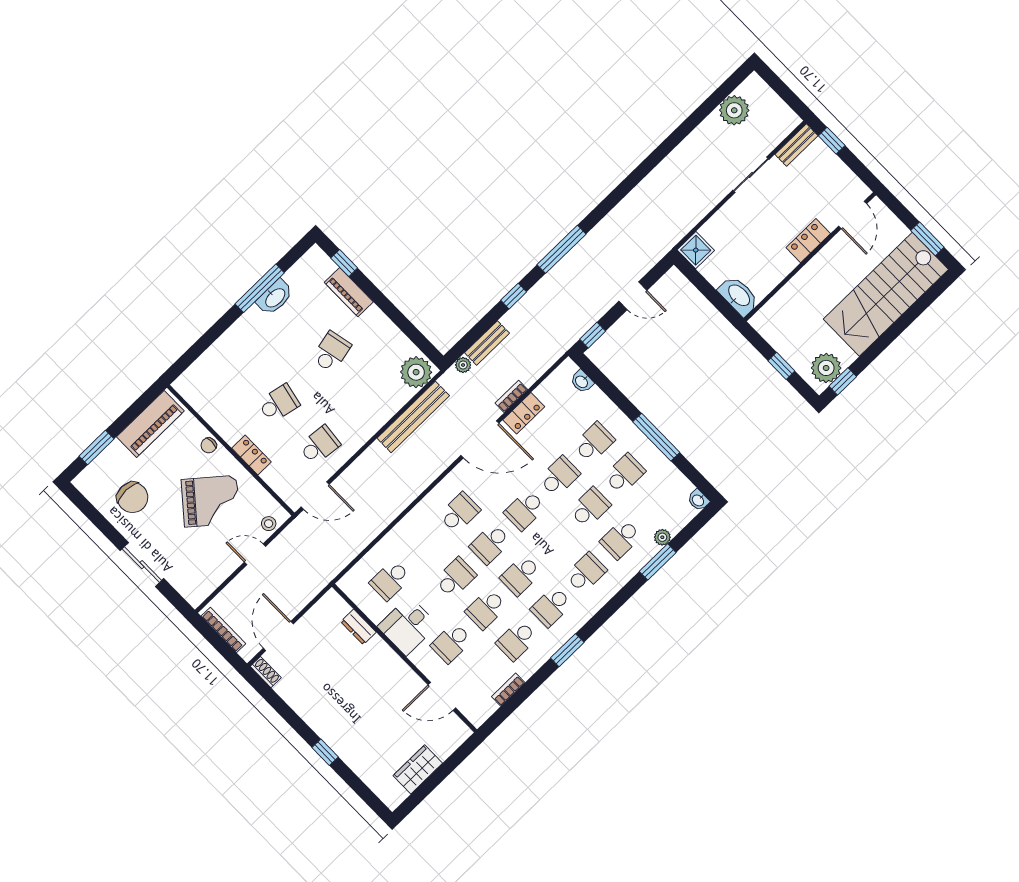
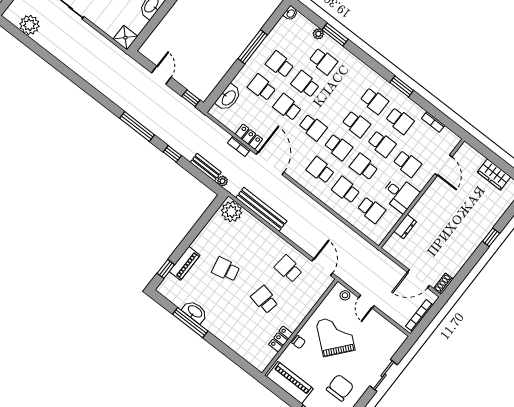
washbasin: (582, 382) -> (228, 98), width x1.91, depth x1.45
locker: (251, 455) -> (281, 339), moved
school desk: (586, 573) -> (346, 190), moved

